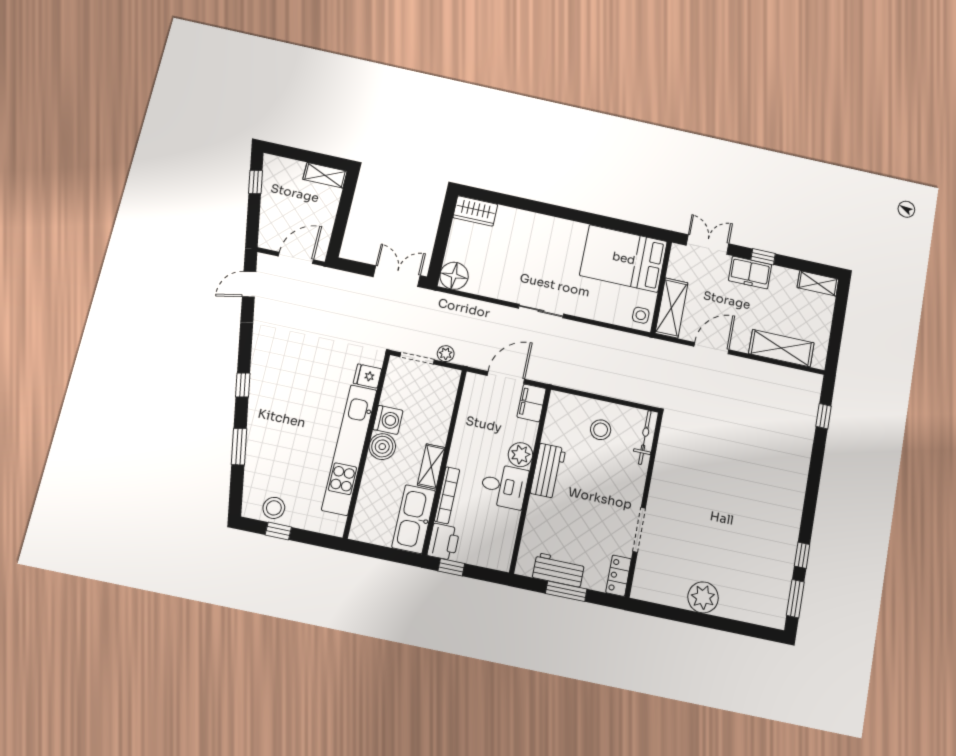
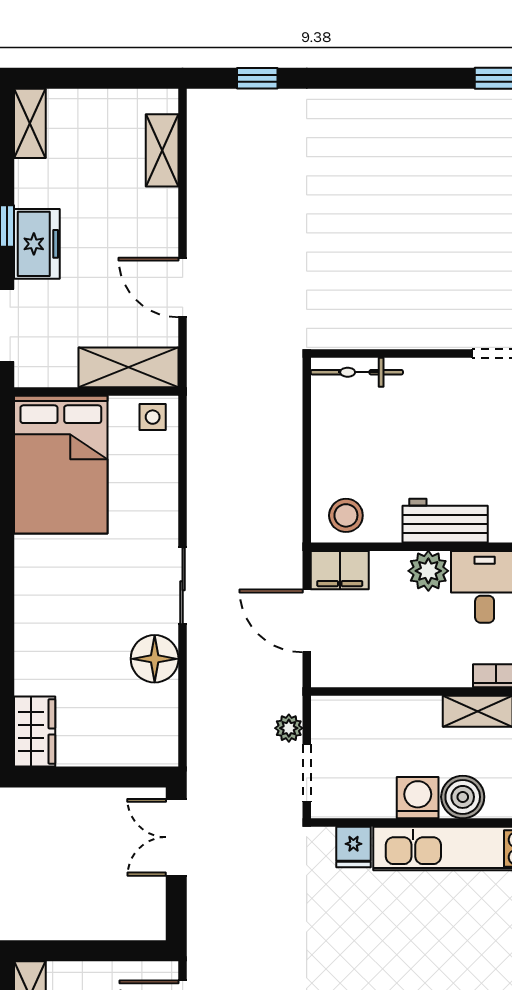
floor lamp: (454, 276) -> (155, 659), moved
shelving: (781, 348) -> (162, 150), width x0.67, depth x0.75
stool: (601, 430) -> (346, 515), moved

